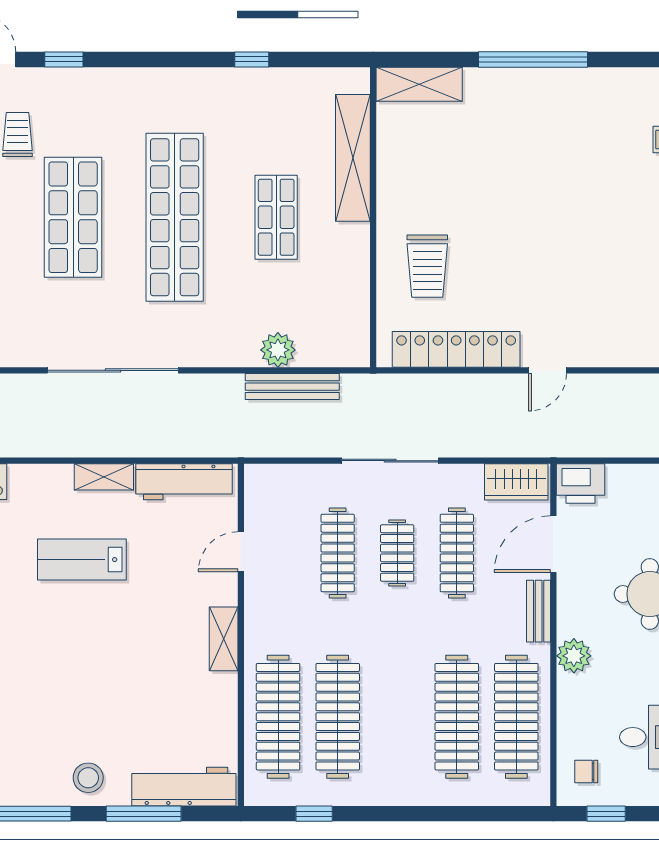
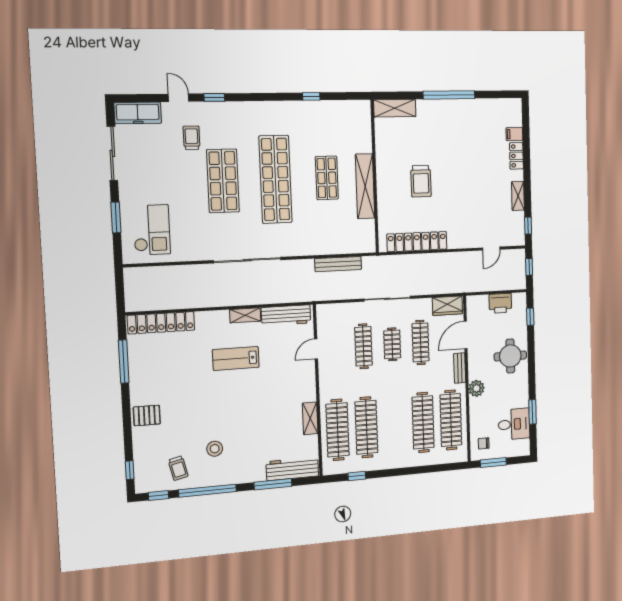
shelving: (353, 158) -> (365, 186), moved
trolley: (427, 266) -> (421, 181), moved
plant: (278, 350) -> (330, 246), removed
door: (548, 370) -> (491, 249), moved
printer: (581, 483) -> (500, 303), moved
shelving: (224, 639) -> (310, 418), moved
stool: (88, 778) -> (215, 449), moved
window: (606, 814) -> (493, 463), width x1.50

